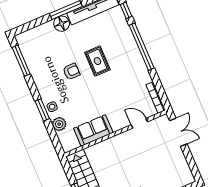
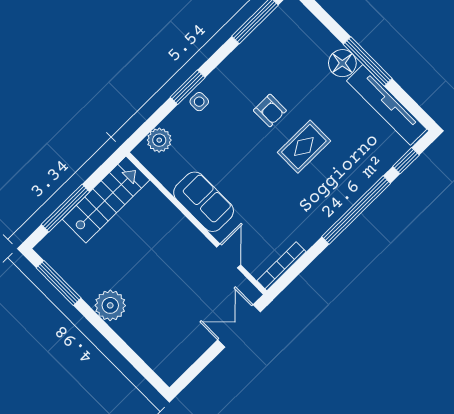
plant: (59, 124) -> (159, 140), moved
sofa: (93, 130) -> (204, 202), moved
double door: (178, 132) -> (239, 326), swing flipped

